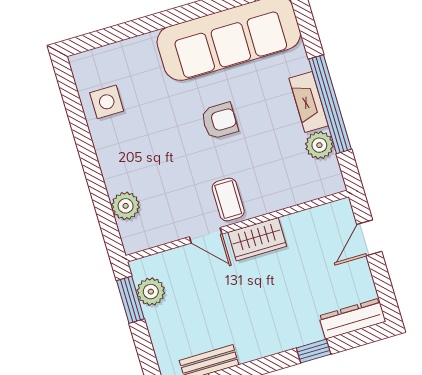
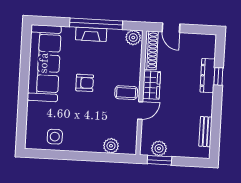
armchair: (219, 121) -> (85, 83), turned 90
plant: (319, 145) -> (133, 38), moved
shoe rack: (318, 217) -> (151, 50), added
dresser: (352, 319) -> (208, 76), moved

